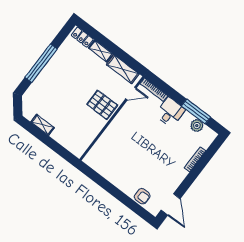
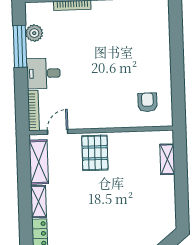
door: (131, 94) -> (58, 132), hinge flipped
shelving: (43, 125) -> (167, 159), moved
armchair: (142, 196) -> (147, 102), moved

